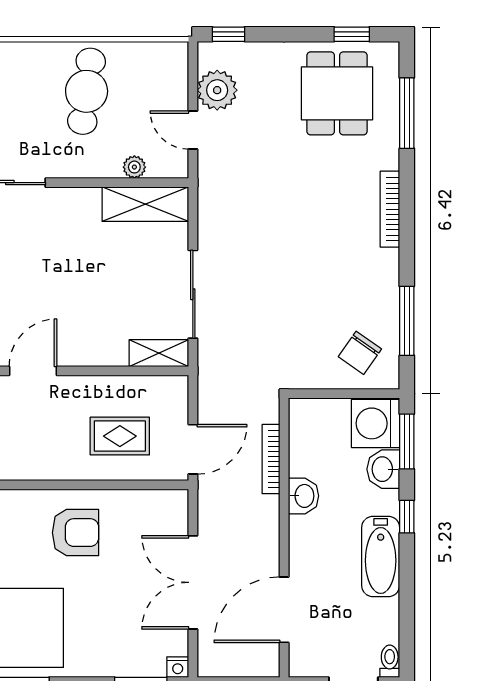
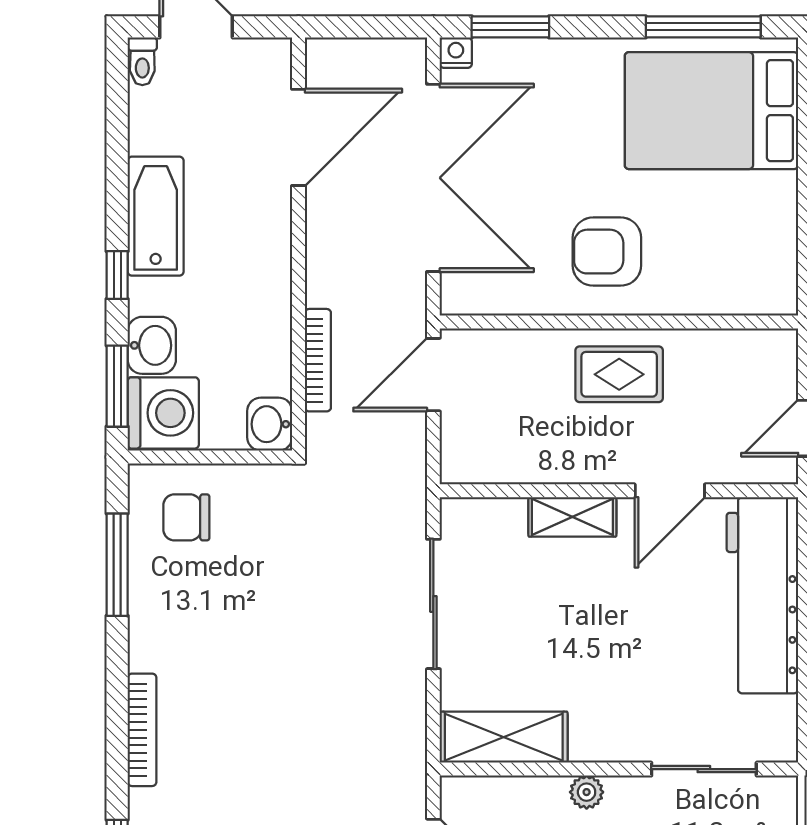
plant: (134, 167) -> (587, 792), moved
shelving: (159, 353) -> (572, 517), moved
chair: (360, 353) -> (186, 517), turned -125
rug: (120, 436) -> (619, 374), moved
washbasin: (304, 496) -> (270, 424), moved
double door: (193, 582) -> (433, 178), width x1.36

